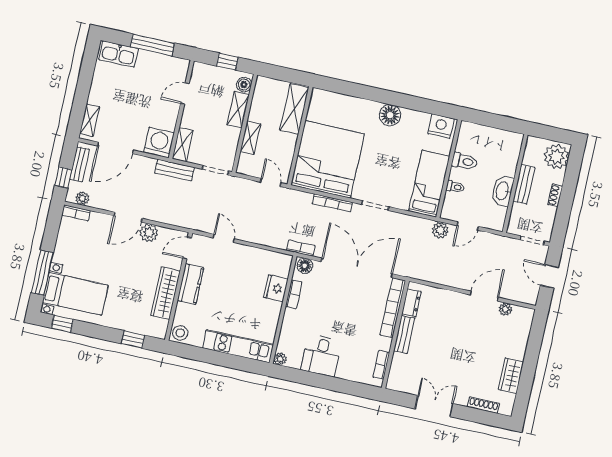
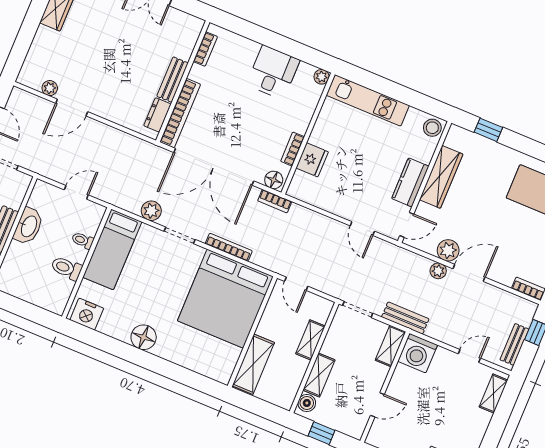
door: (115, 148) -> (469, 356), width x0.53
plant: (82, 198) -> (438, 271), moved
plant: (440, 230) -> (151, 211), moved

